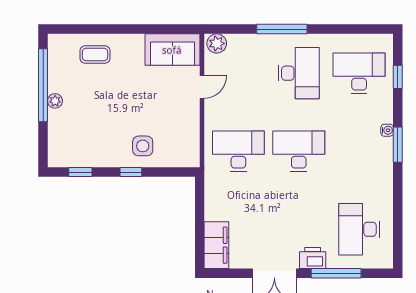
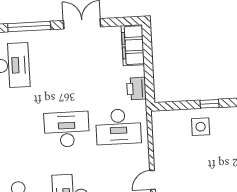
desk: (299, 151) -> (67, 129), turned 180
printer: (313, 258) -> (136, 89), moved, turned 90

